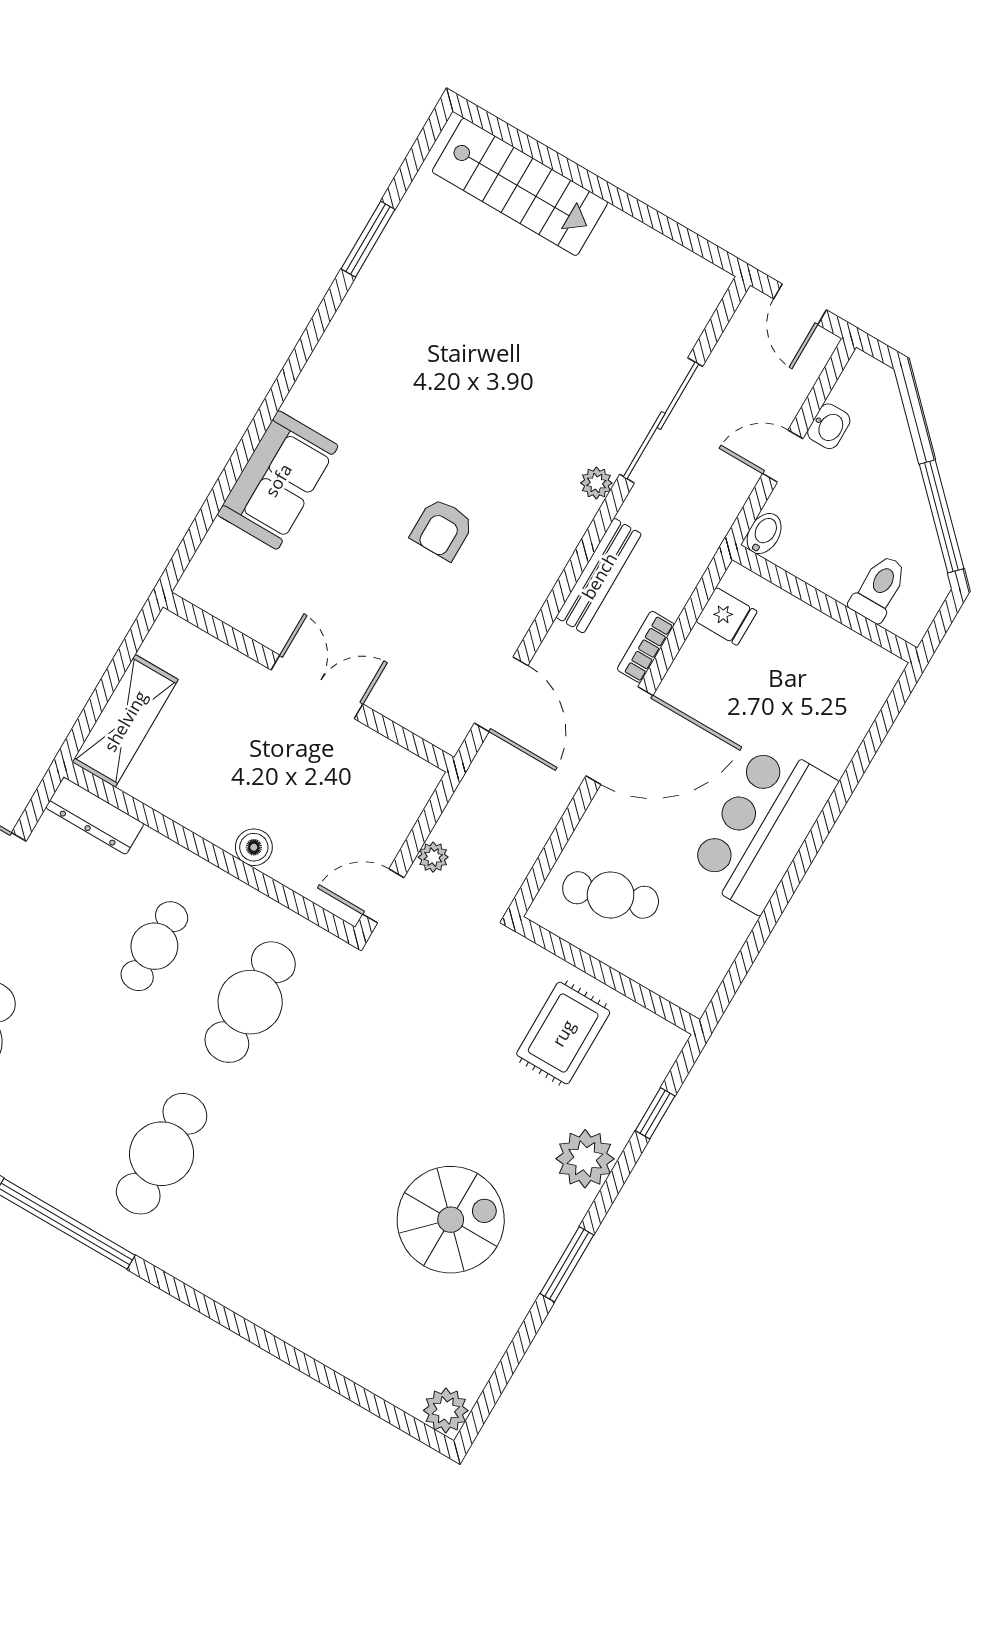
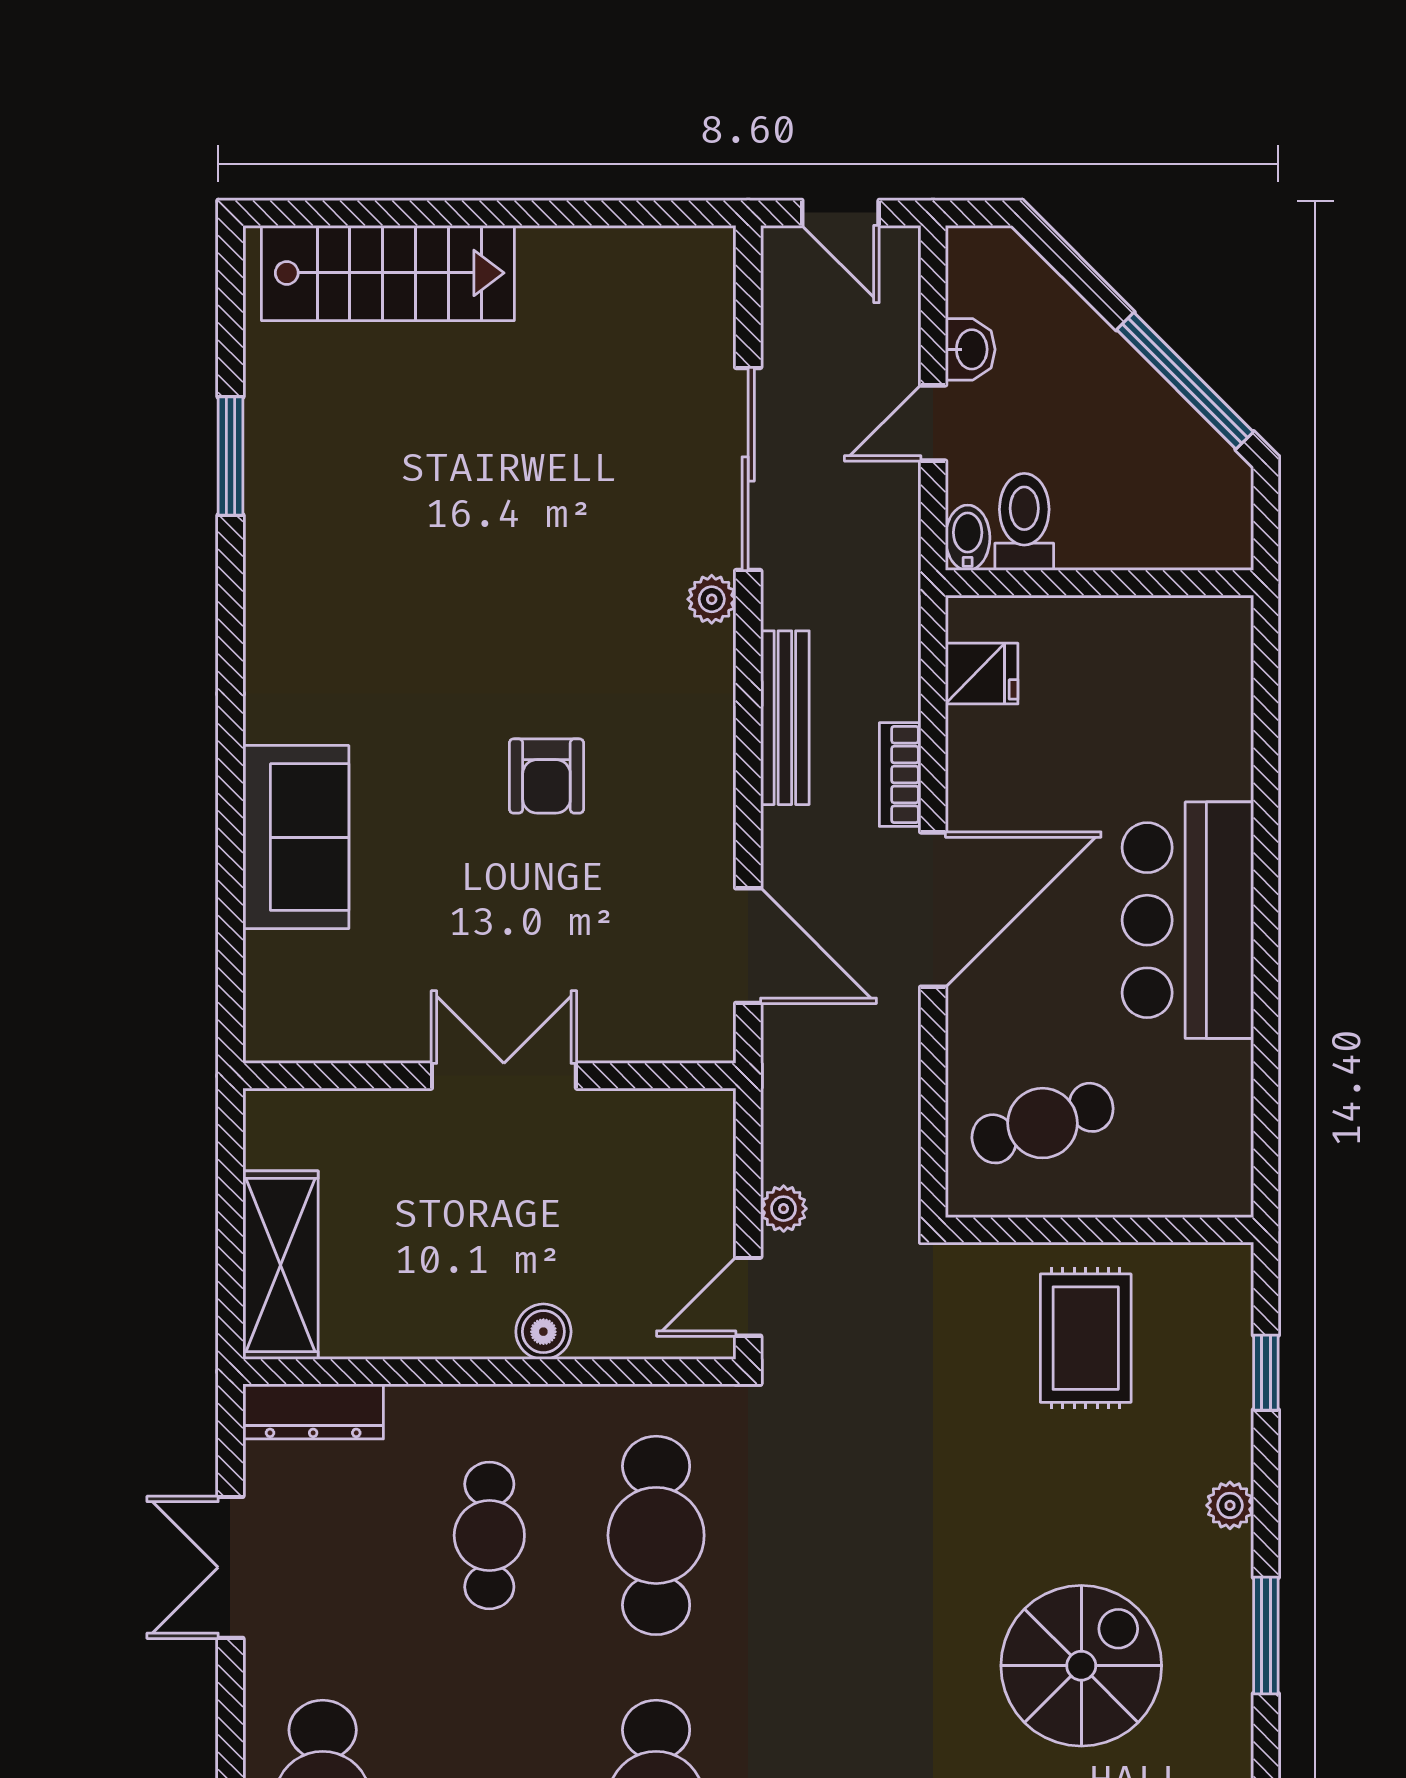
toilet: (879, 588) -> (1024, 522), moved
plant: (585, 1159) -> (1230, 1505), width x0.53, depth x0.53

